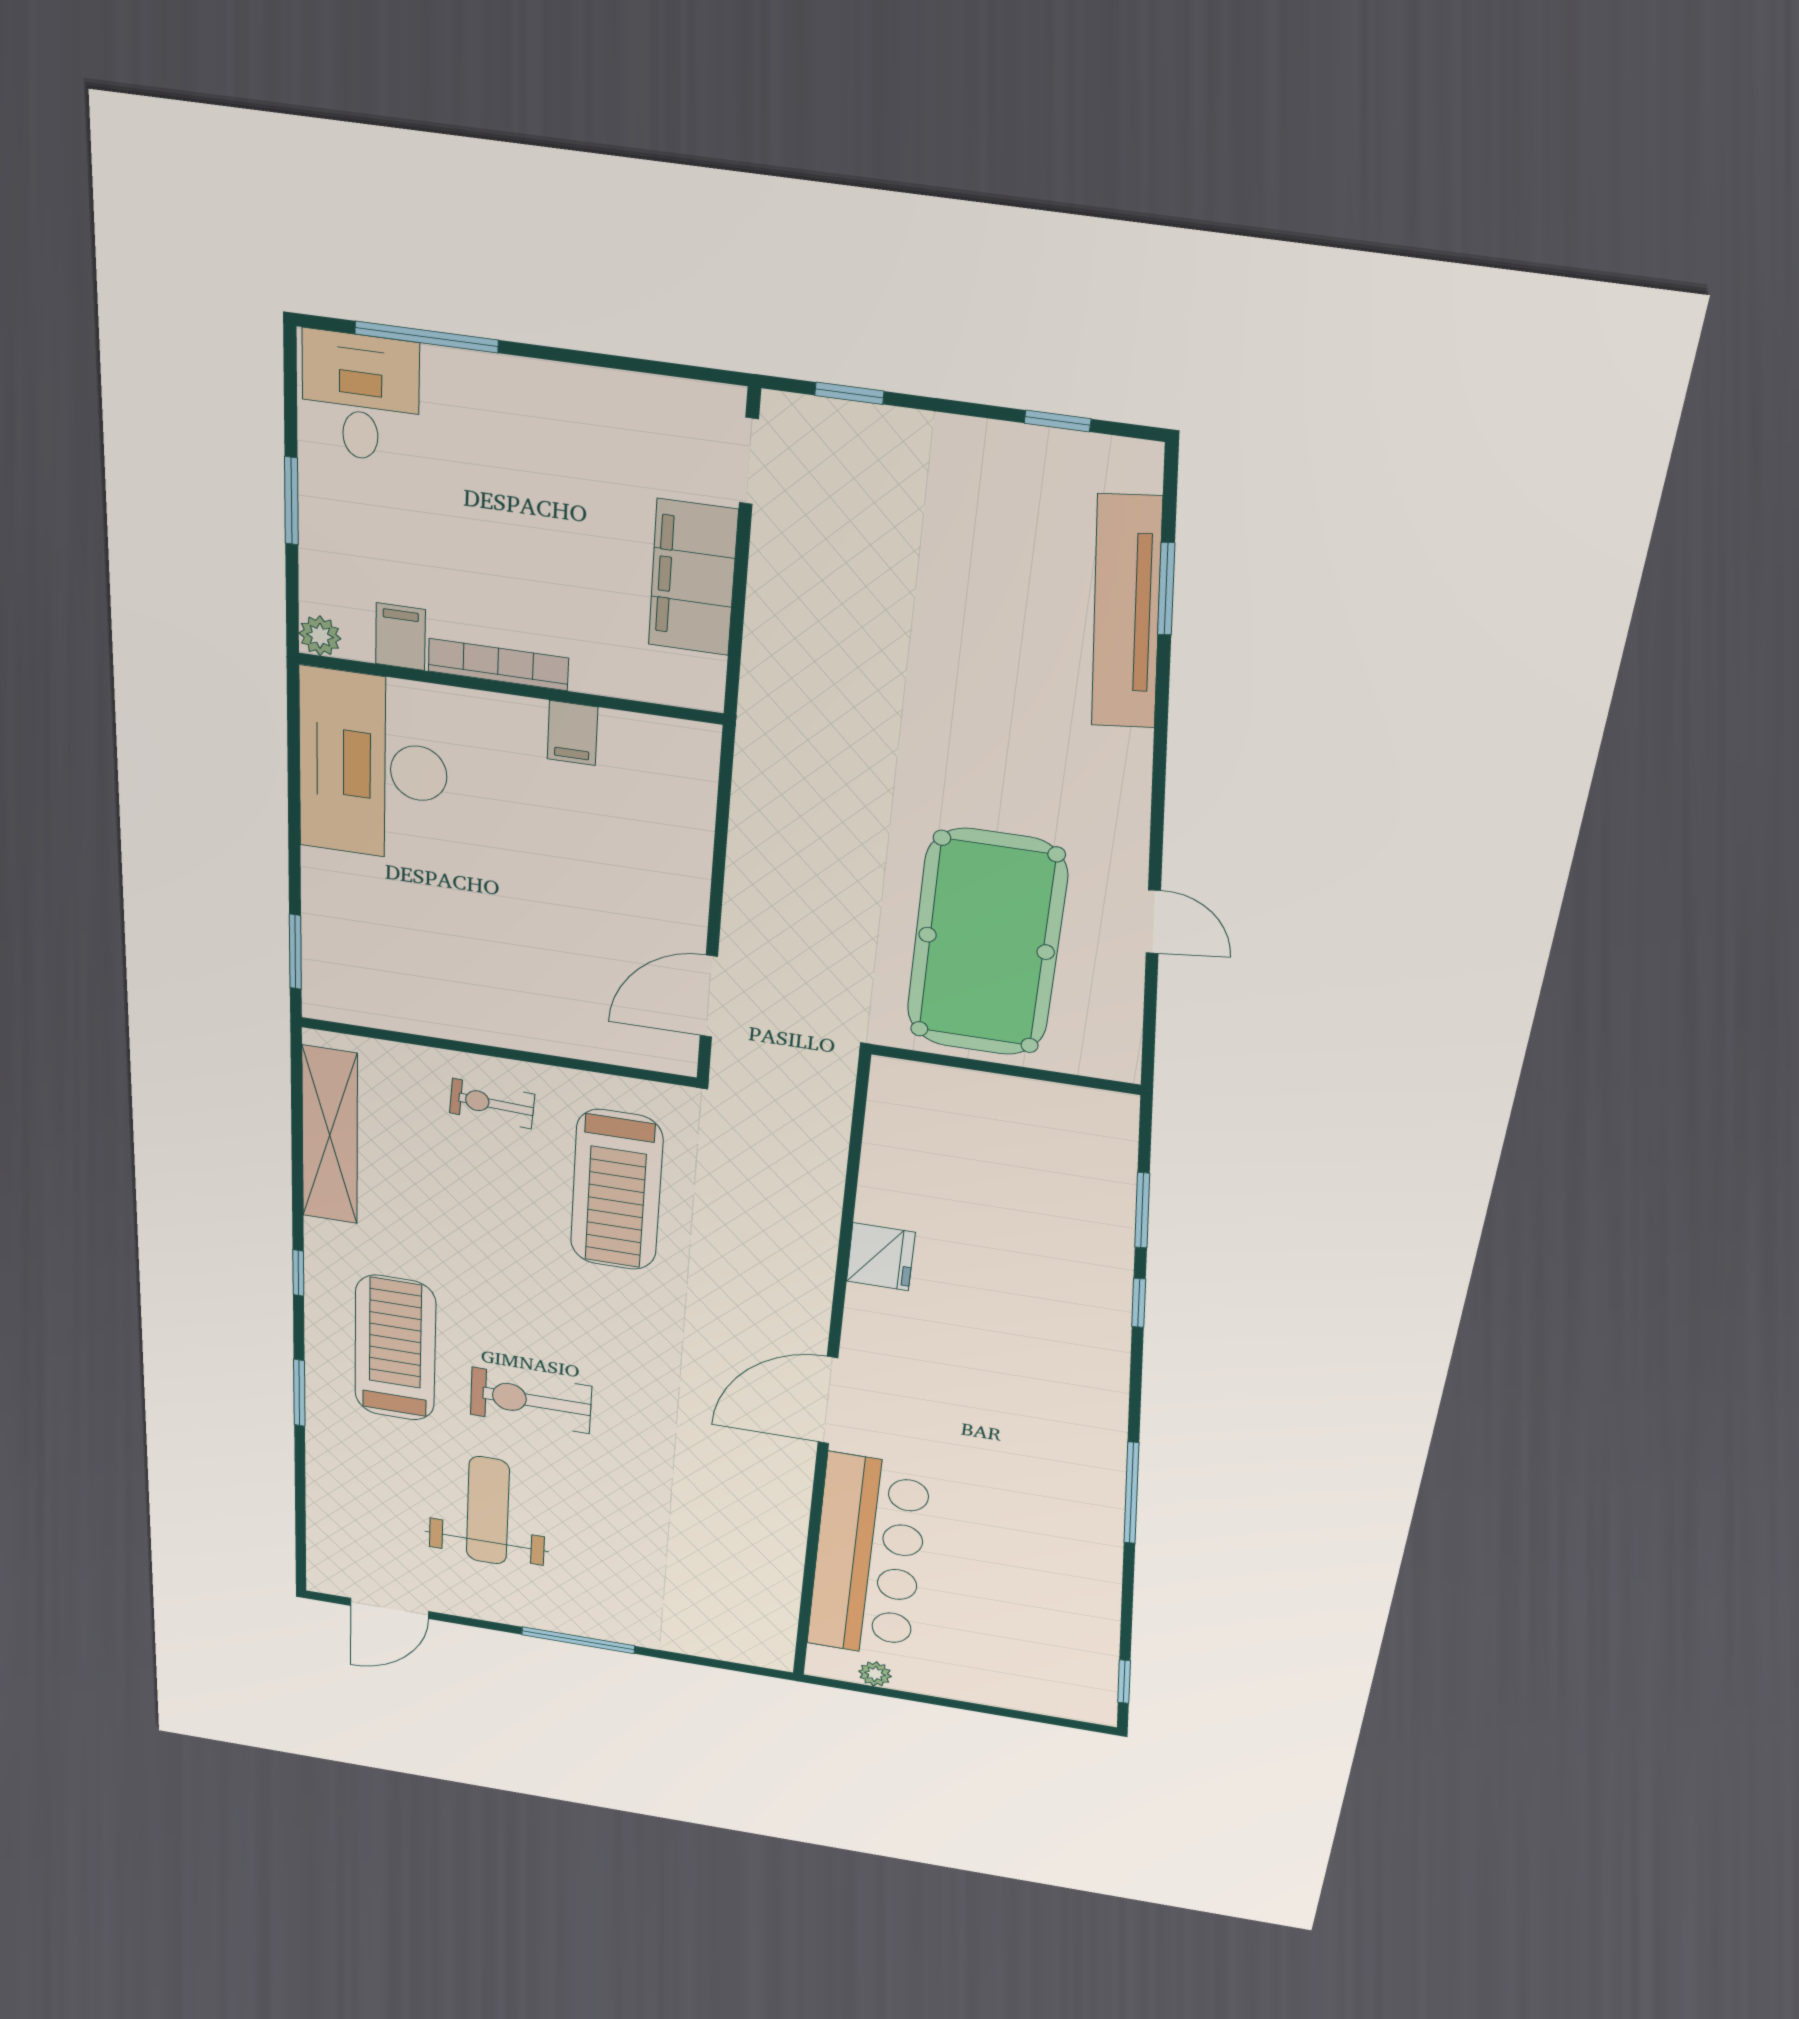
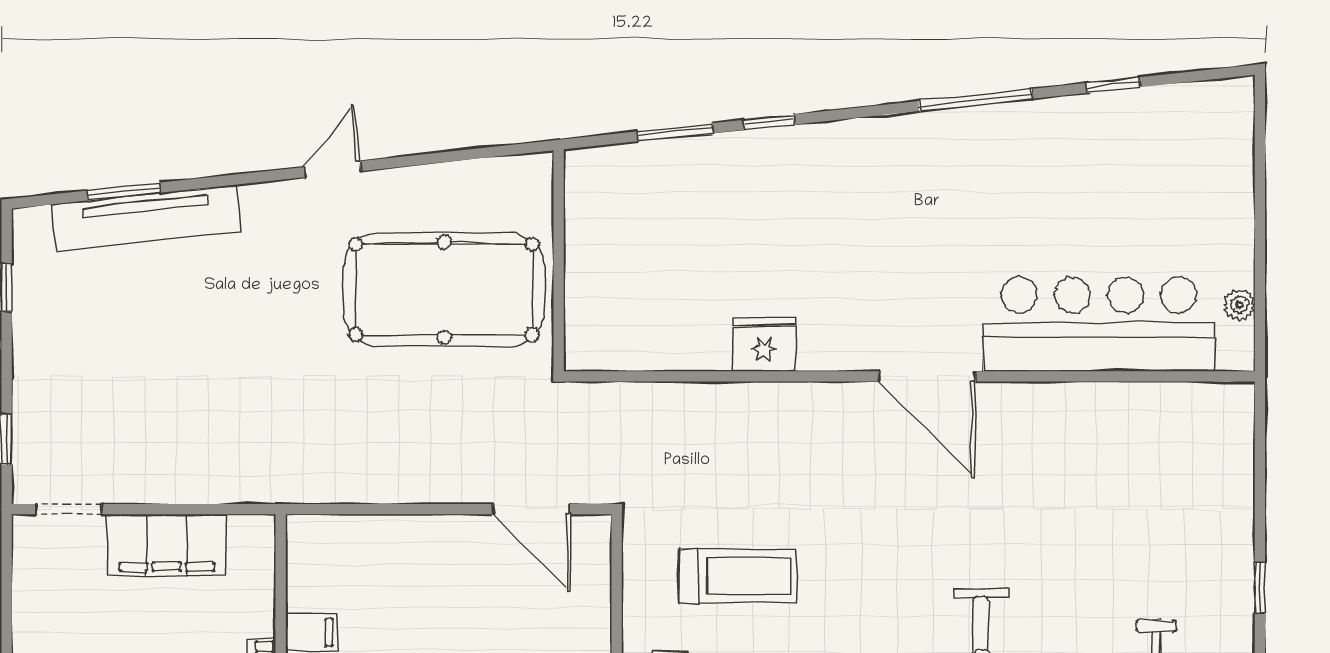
door: (1153, 922) -> (333, 169), moved
treadmill: (616, 1190) -> (738, 576), width x0.73, depth x0.73
window: (578, 1640) -> (1260, 588), width x0.46
window: (1124, 1682) -> (1113, 85), moved

